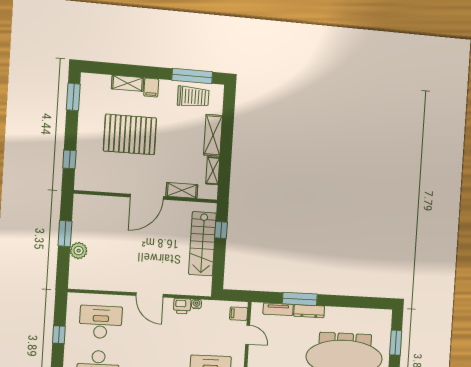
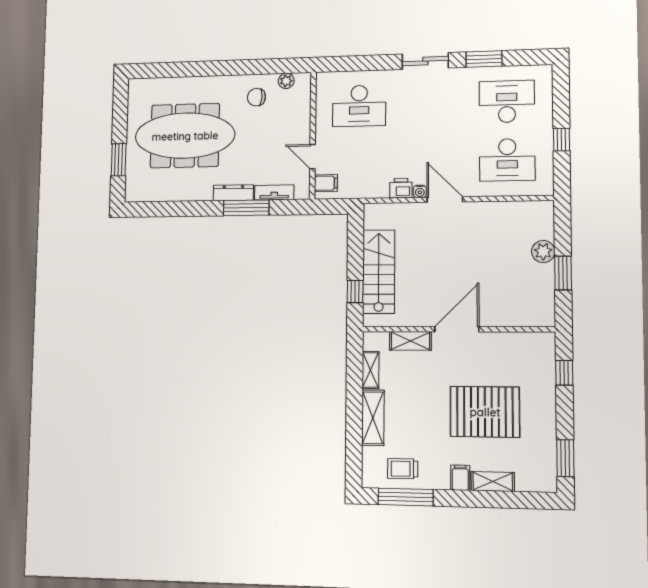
trolley: (193, 97) -> (403, 469), width x0.73, depth x0.72
water cooler: (197, 304) -> (420, 191), moved

